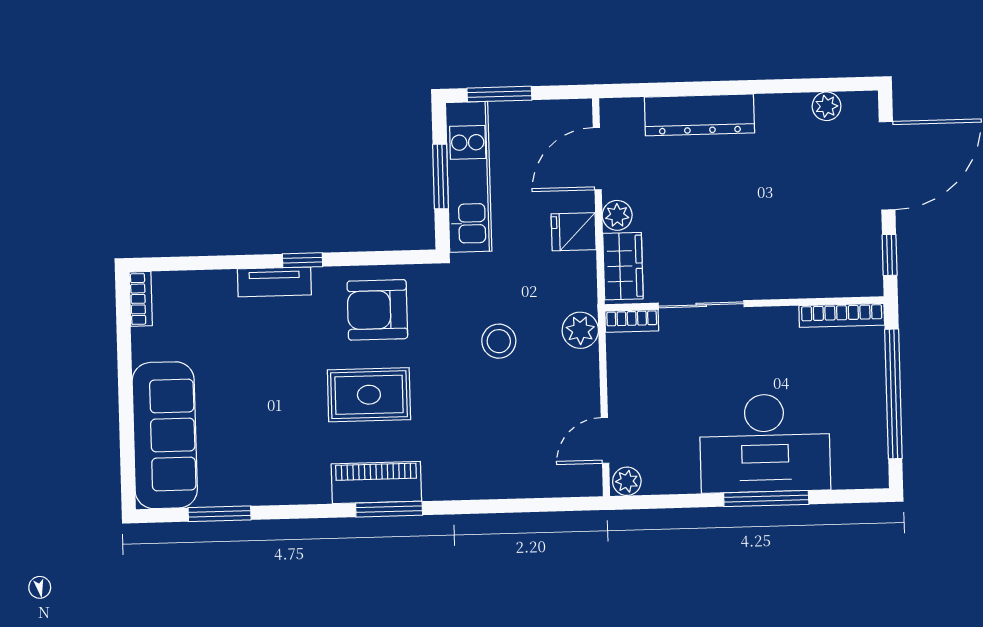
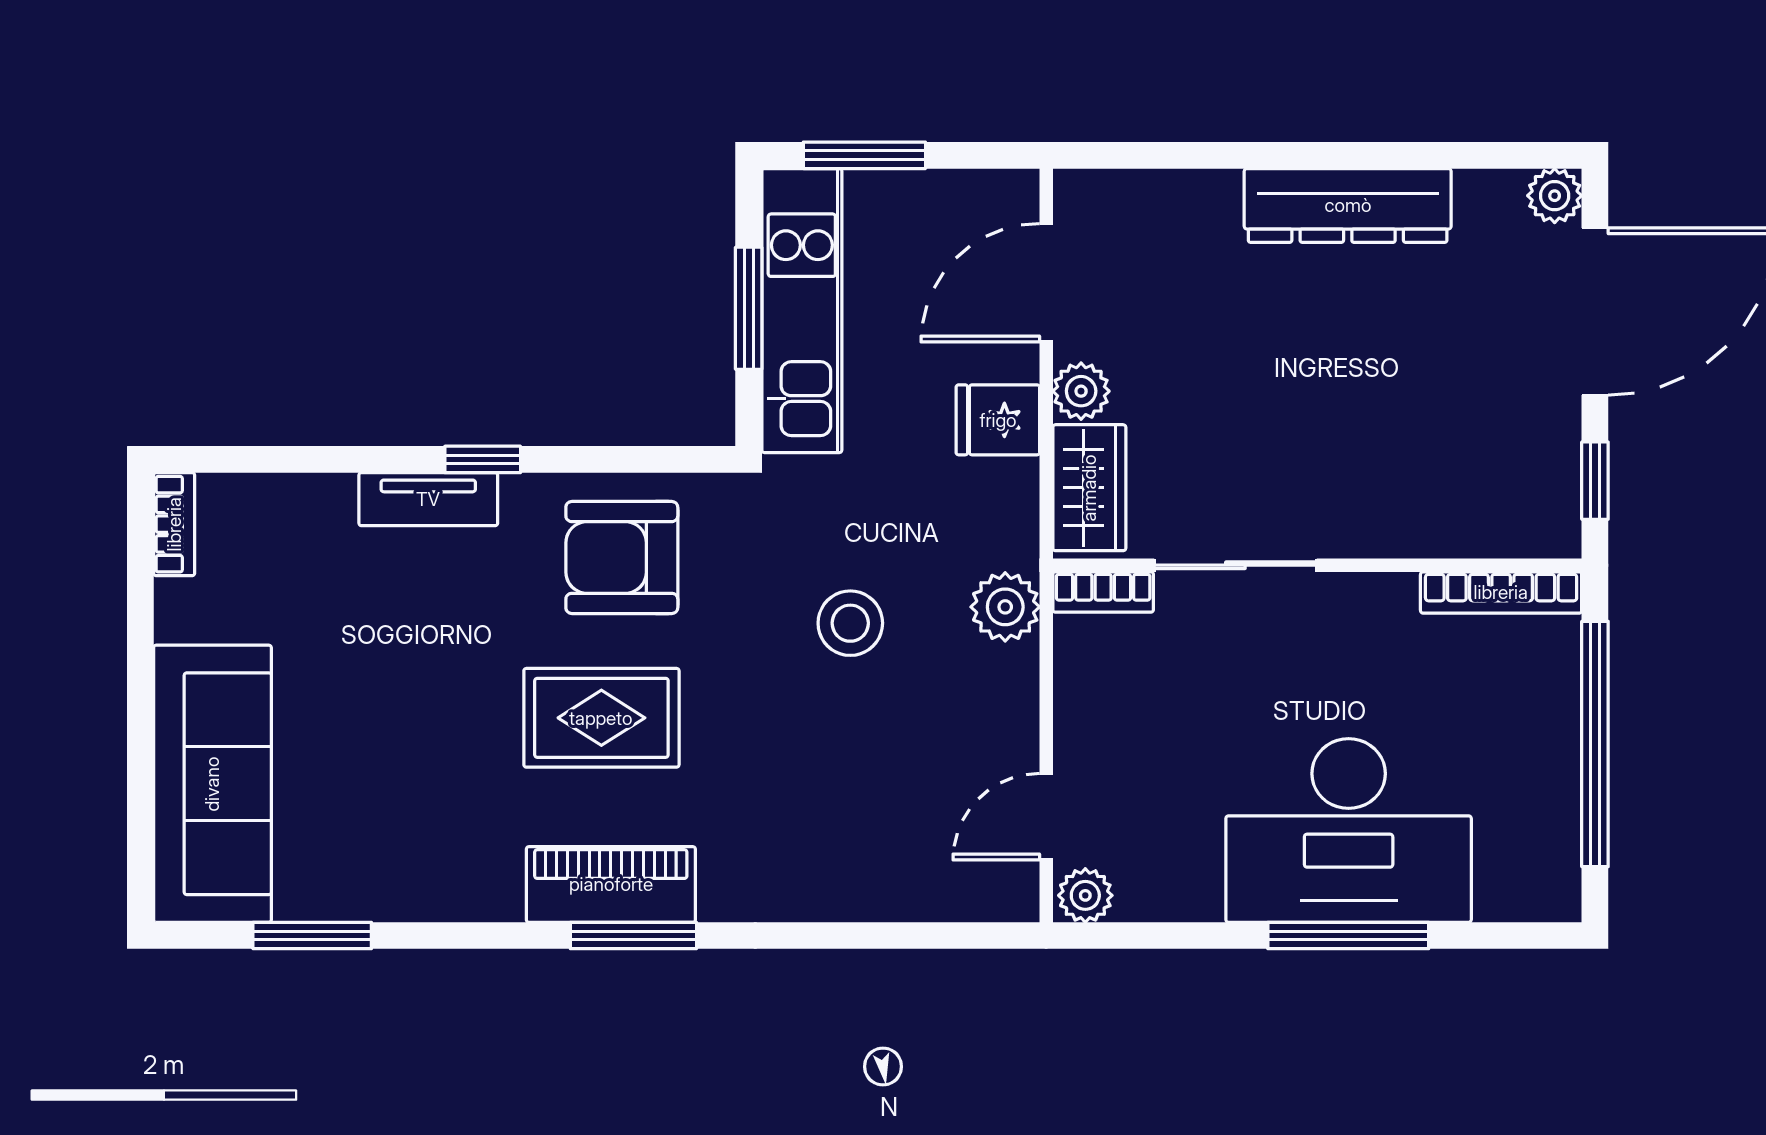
plant: (827, 106) -> (1555, 196), moved
dresser: (699, 115) -> (1348, 205), moved

